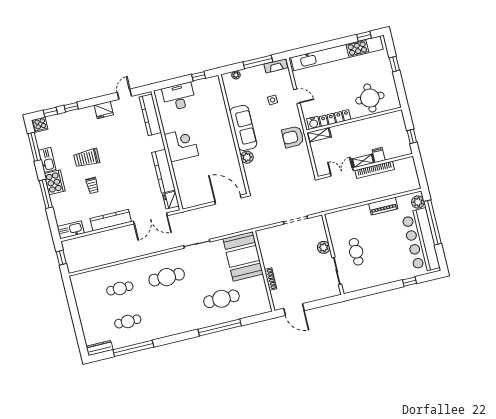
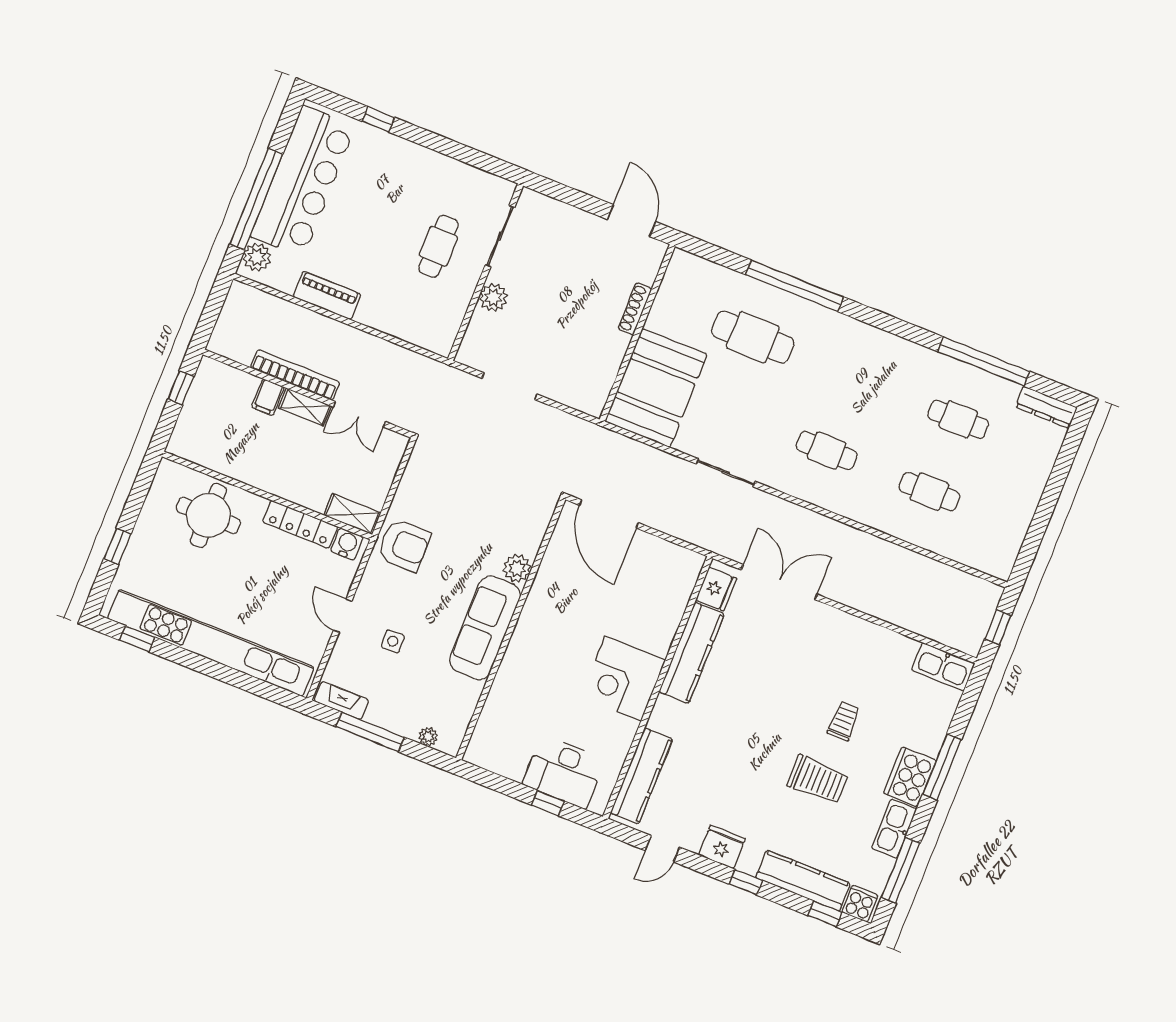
window: (199, 76) -> (548, 803), moved
window: (71, 107) -> (746, 882), moved
kitchen counter: (111, 220) -> (803, 881), moved, turned 180
cafe table: (167, 277) -> (827, 451), width x0.73, depth x0.74

